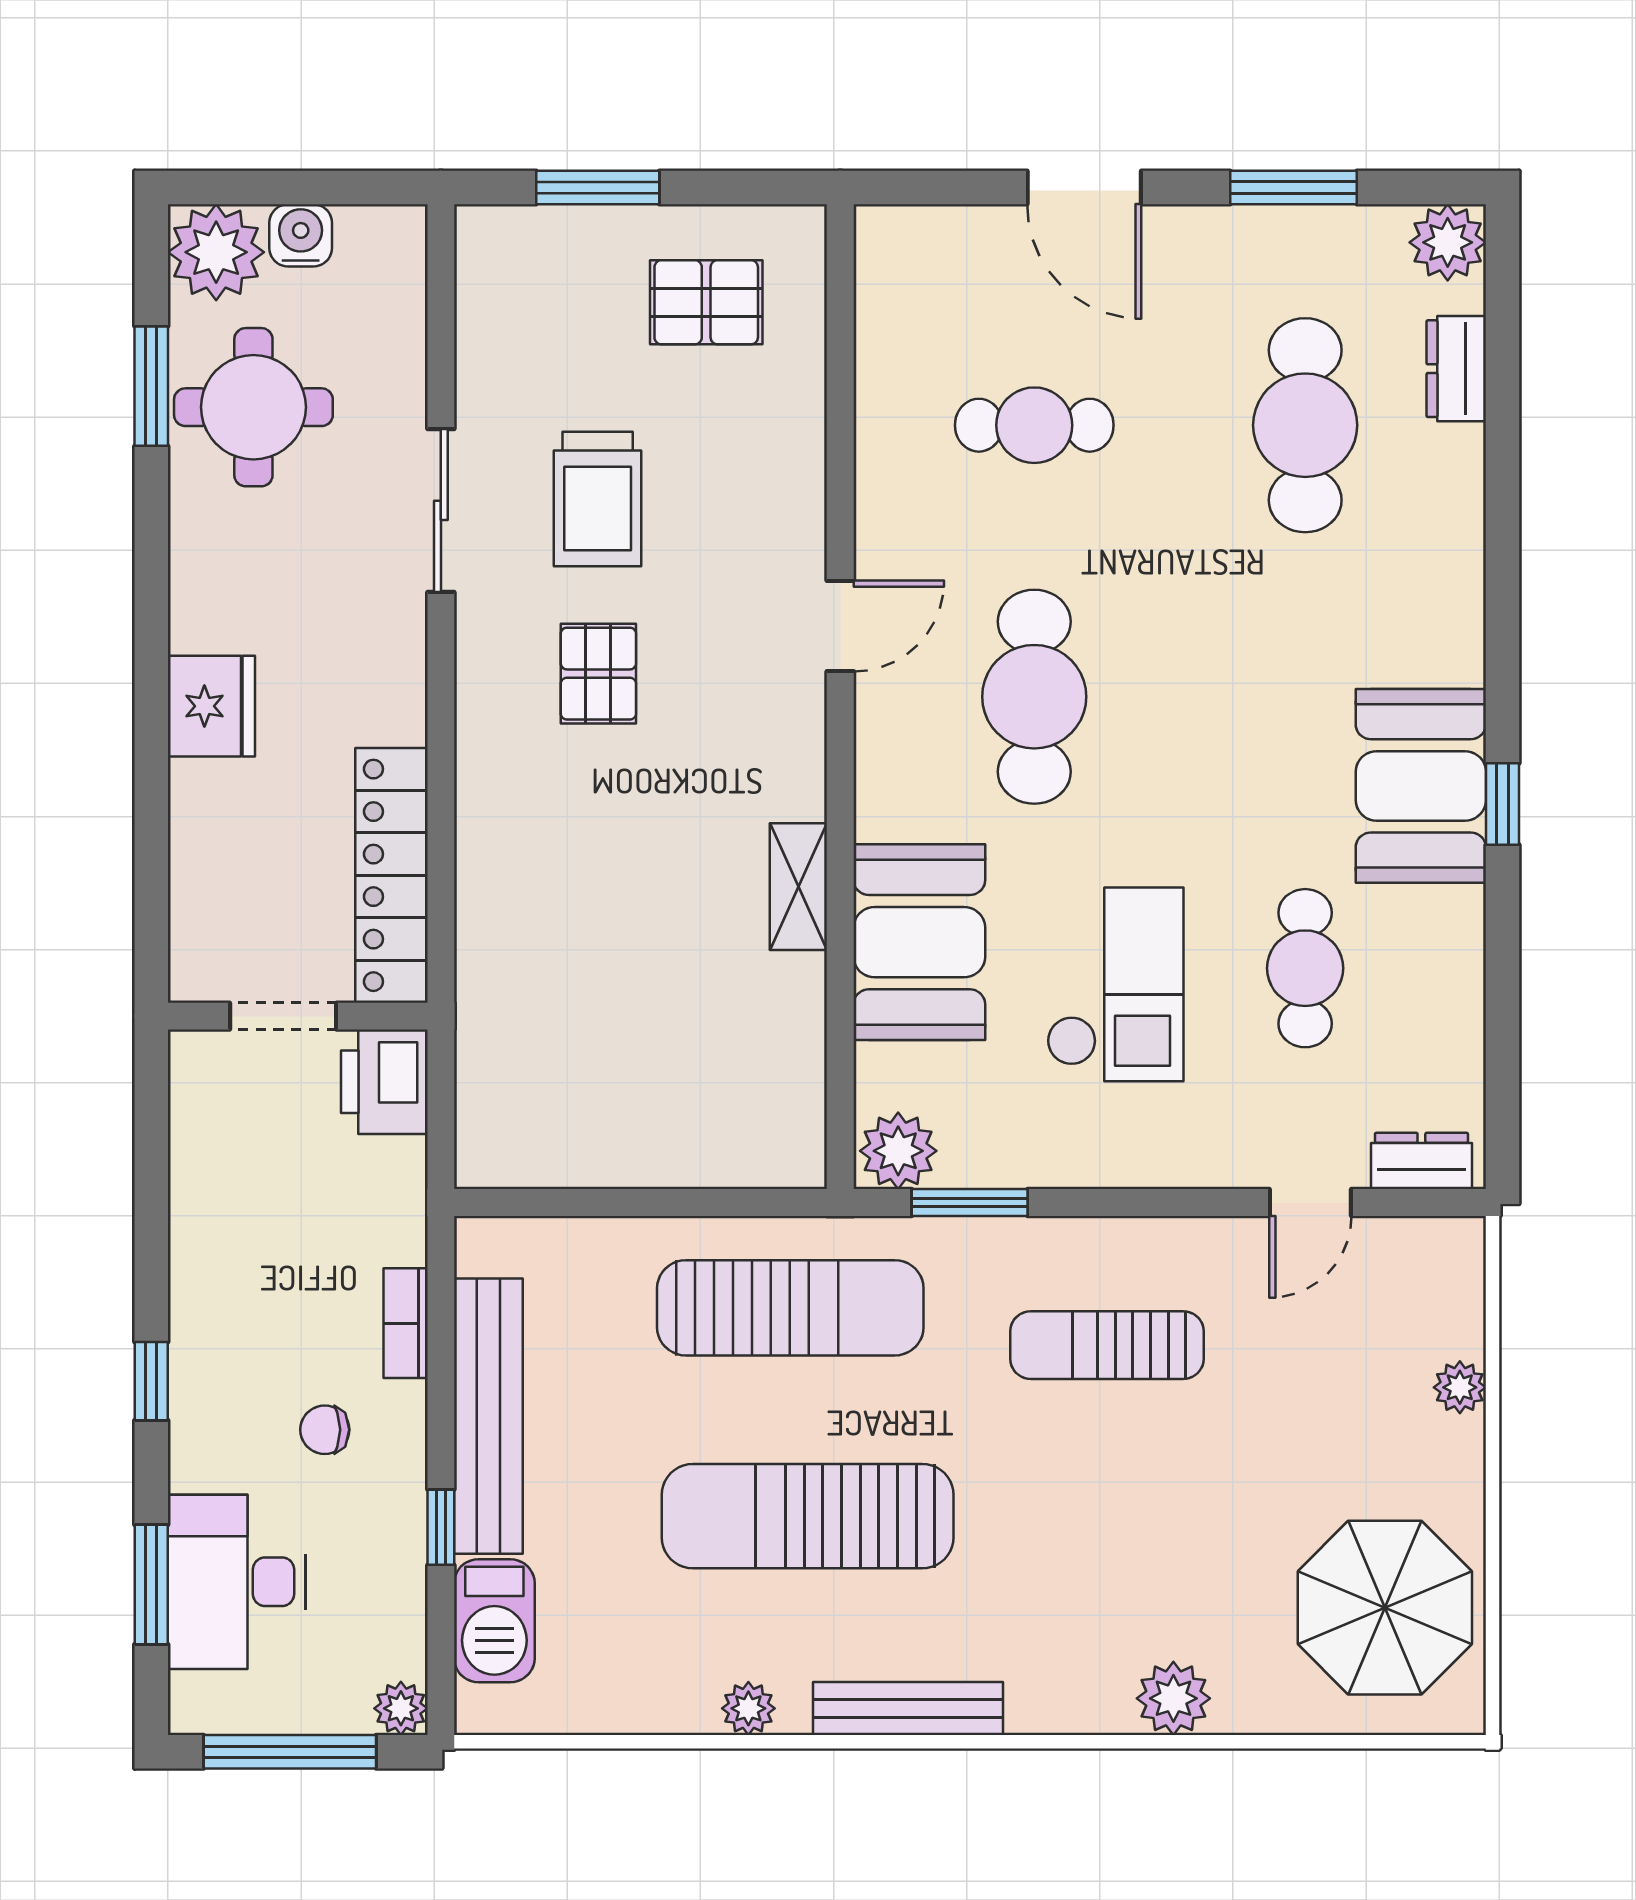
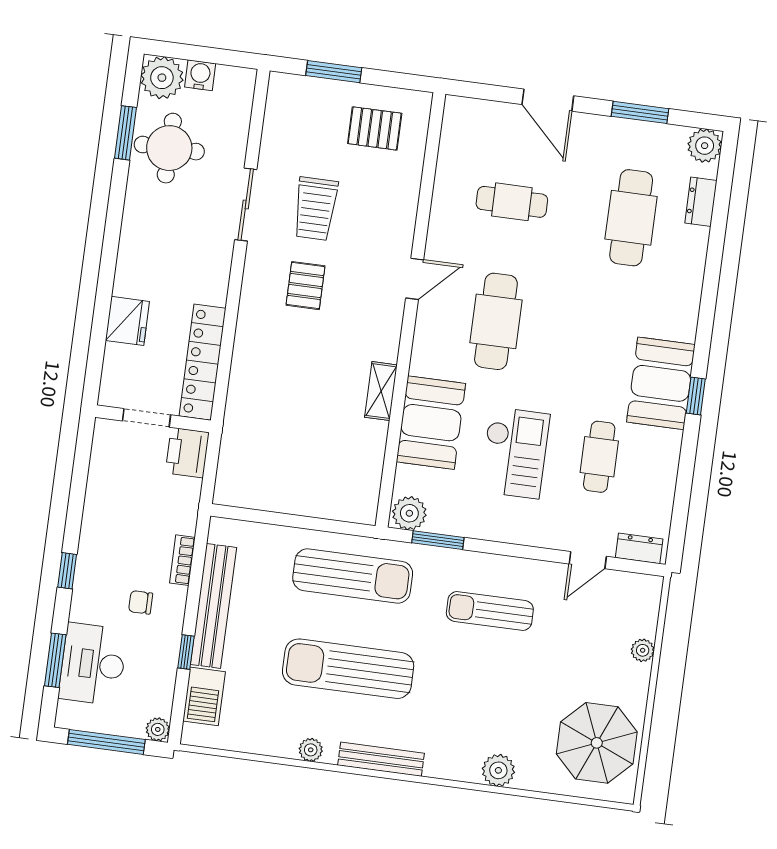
fridge: (211, 706) -> (127, 321), moved

